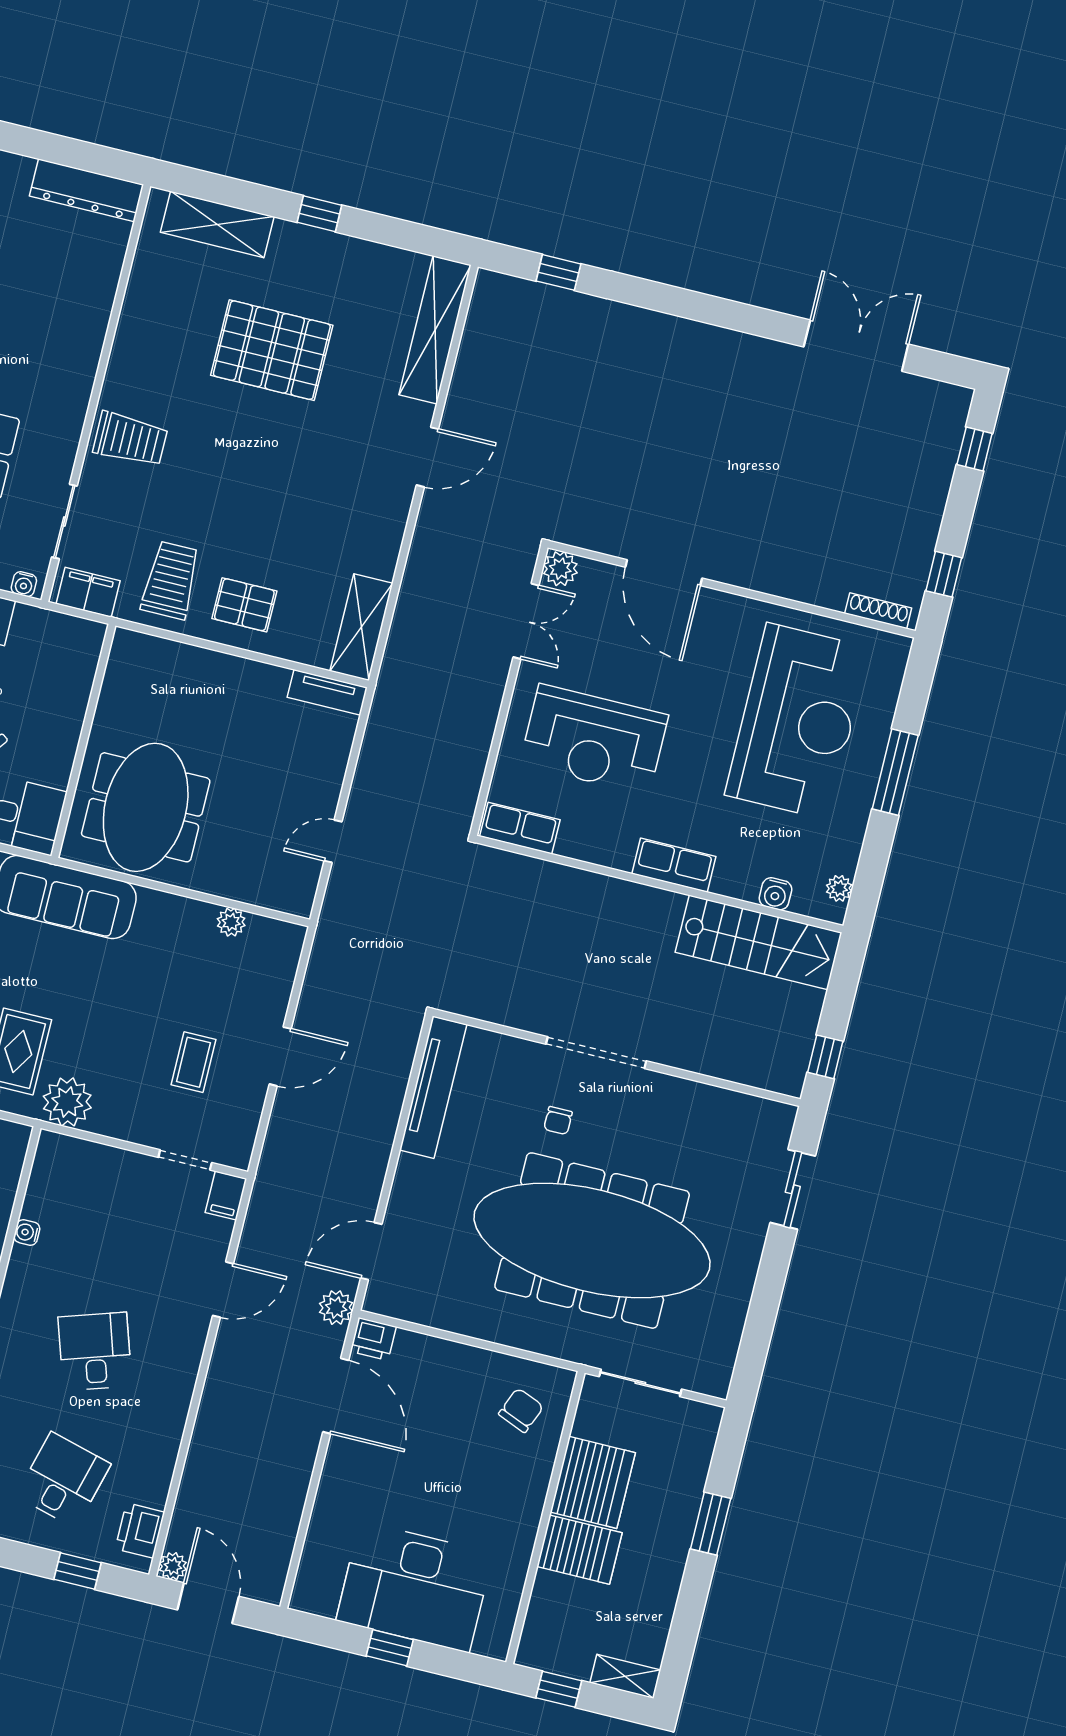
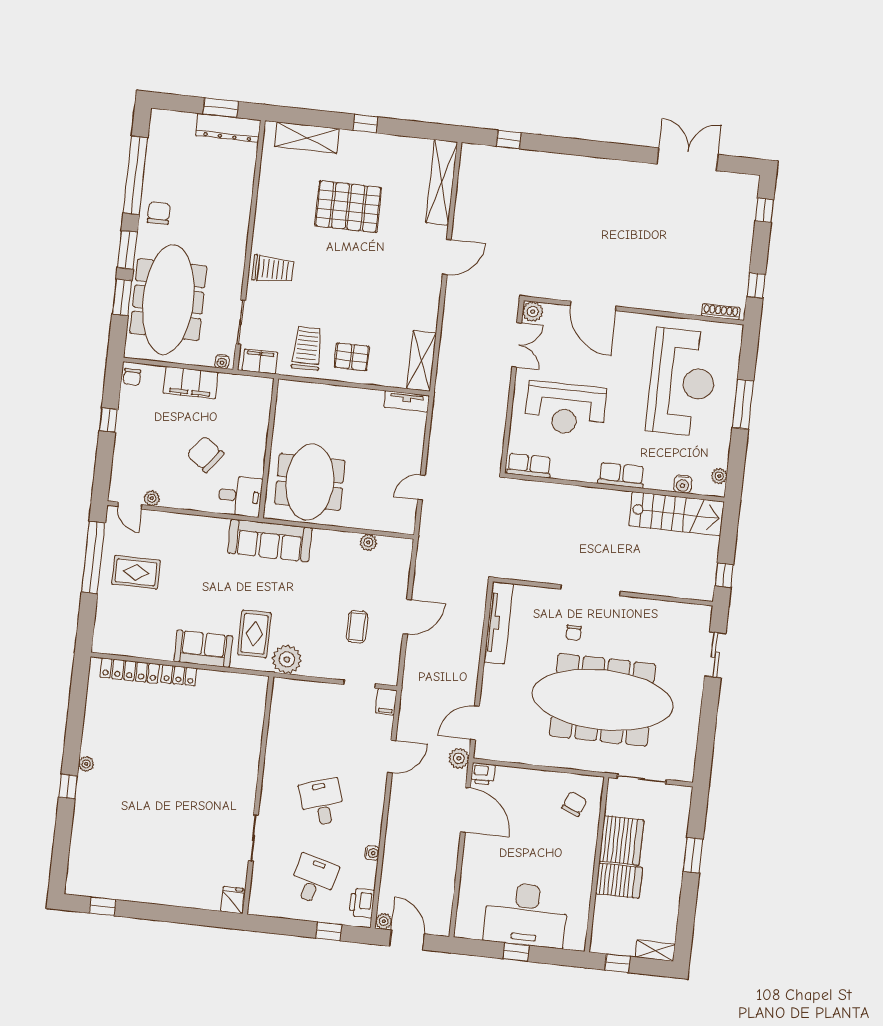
window: (78, 155) -> (221, 108), added
water cooler: (27, 1232) -> (372, 853), moved, turned 180

